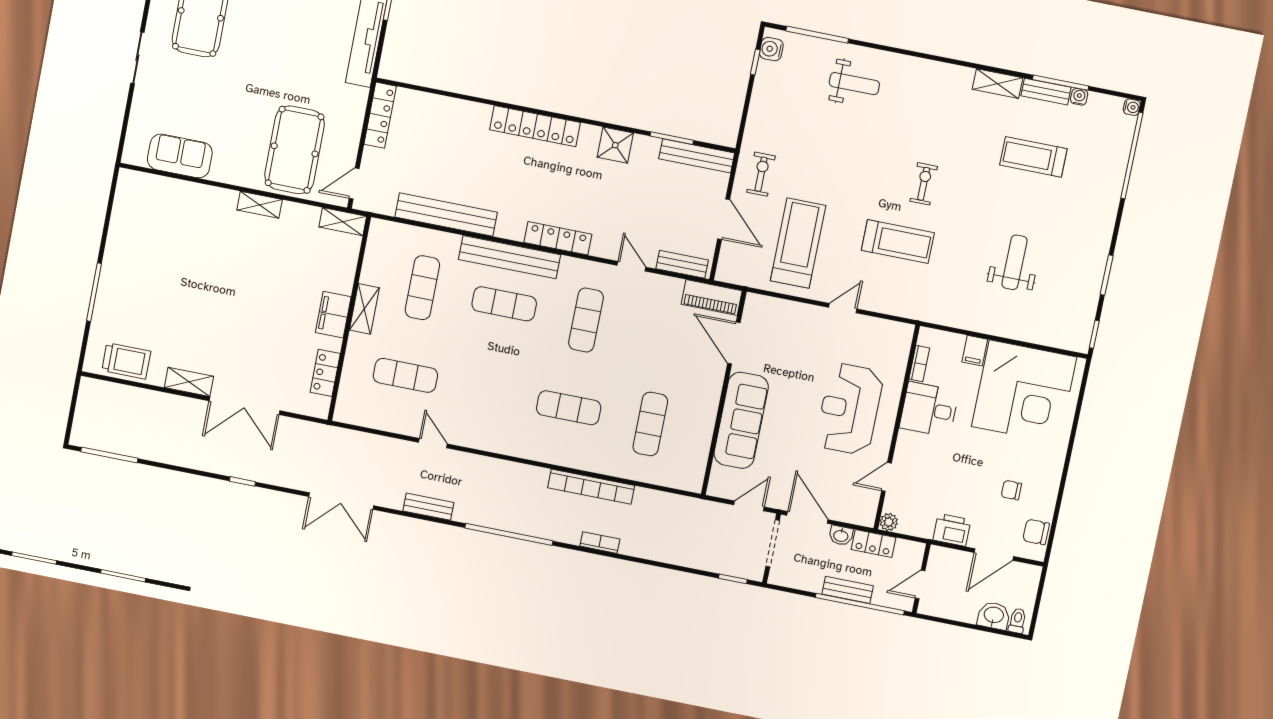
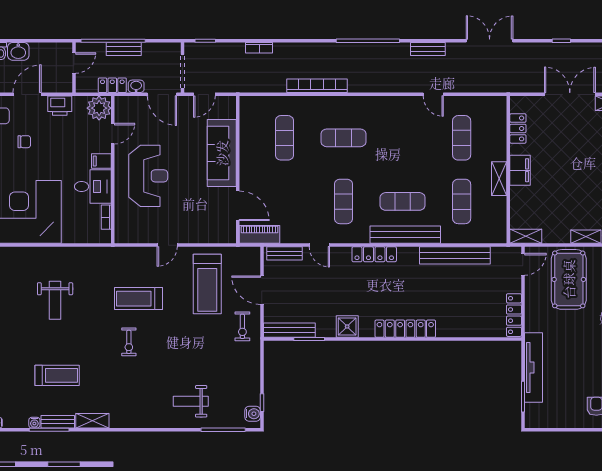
filing cabinet: (975, 351) -> (101, 161), moved, turned -90
exercise mat: (405, 375) -> (462, 138), turned 90
plant: (889, 522) -> (99, 108), width x1.88, depth x1.88
bookcase: (600, 543) -> (259, 48), moved

